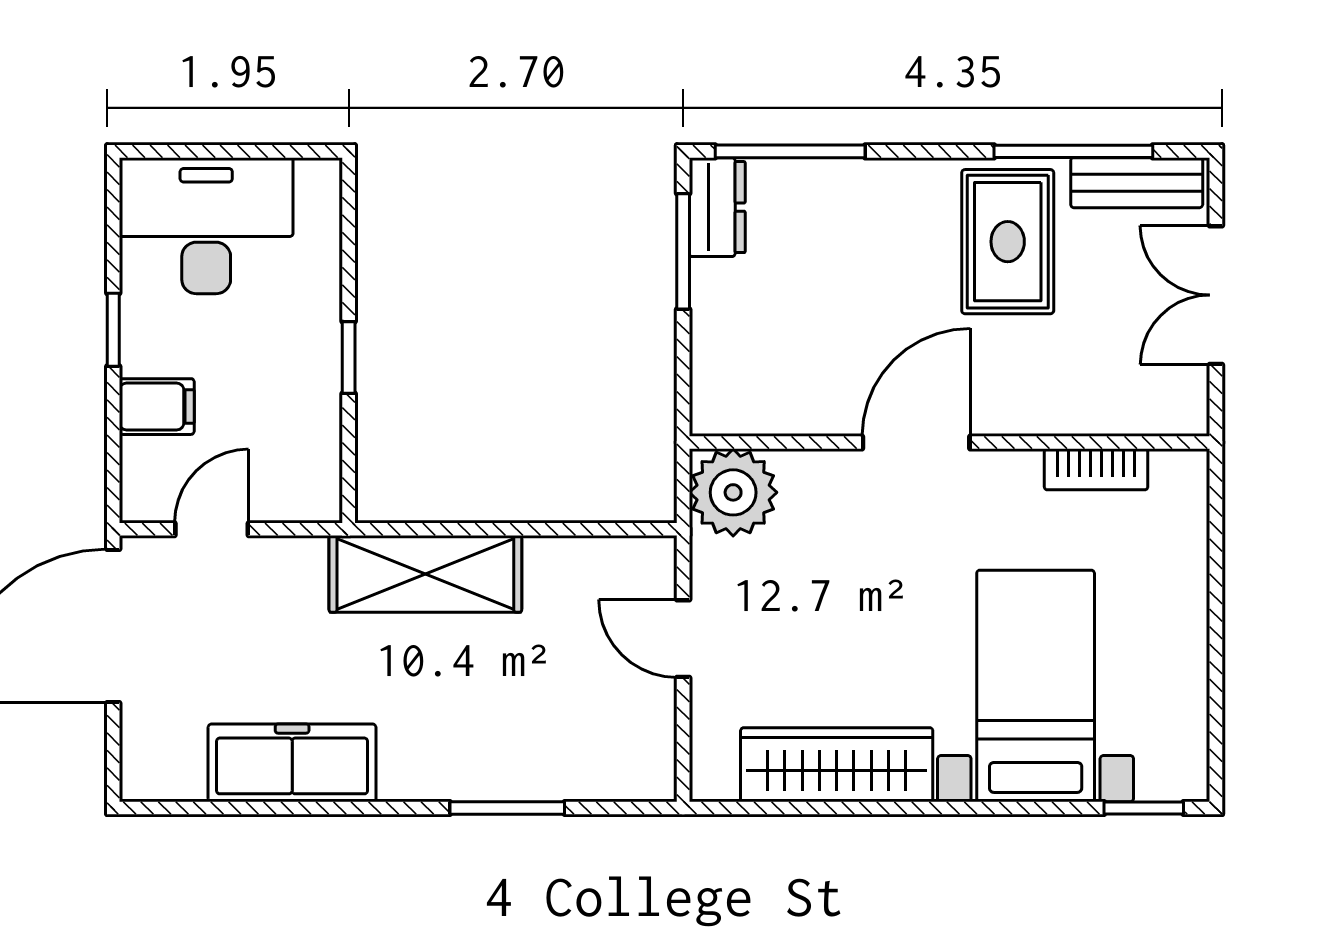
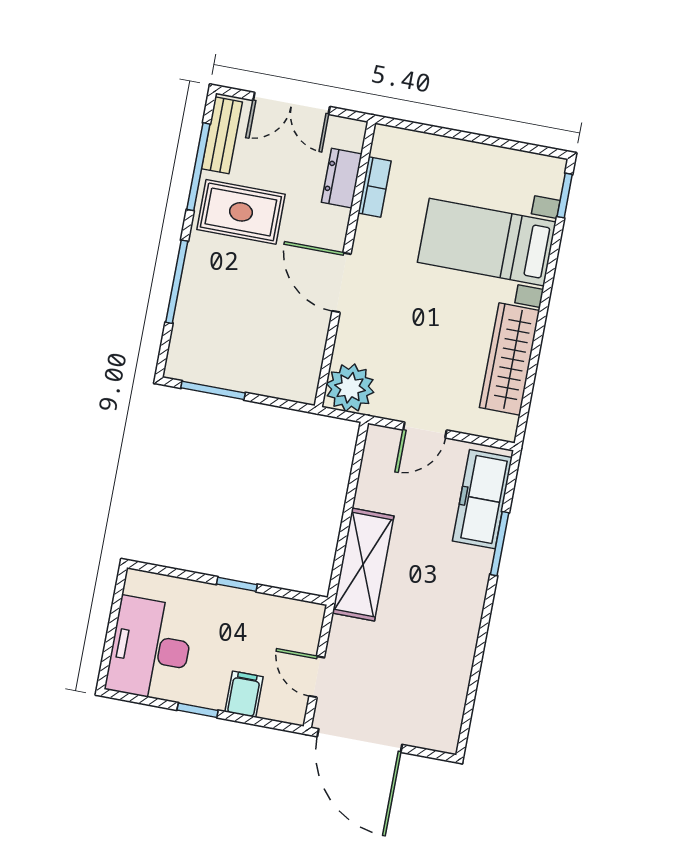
window: (790, 151) -> (177, 282), moved
dresser: (717, 207) -> (342, 178), moved, turned -90
freezer: (292, 763) -> (482, 499), moved

